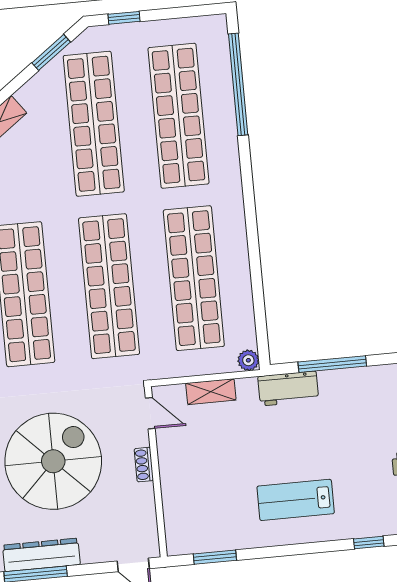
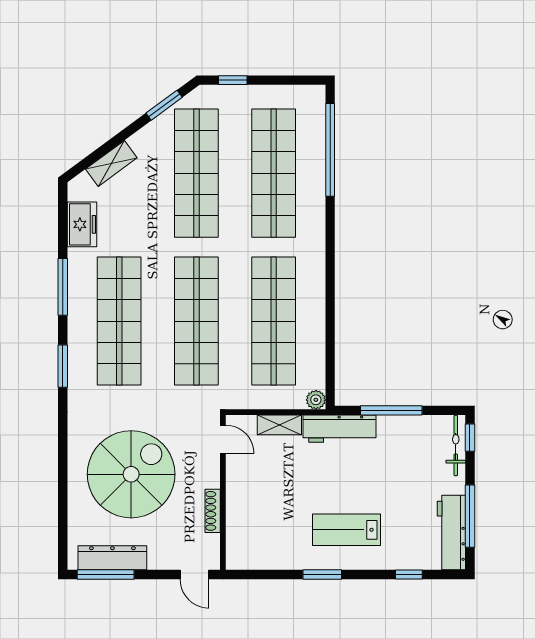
workbench: (288, 388) -> (339, 429), width x1.38
shoe rack: (144, 465) -> (213, 511), moved, width x1.43
window: (215, 557) -> (322, 575), moved

